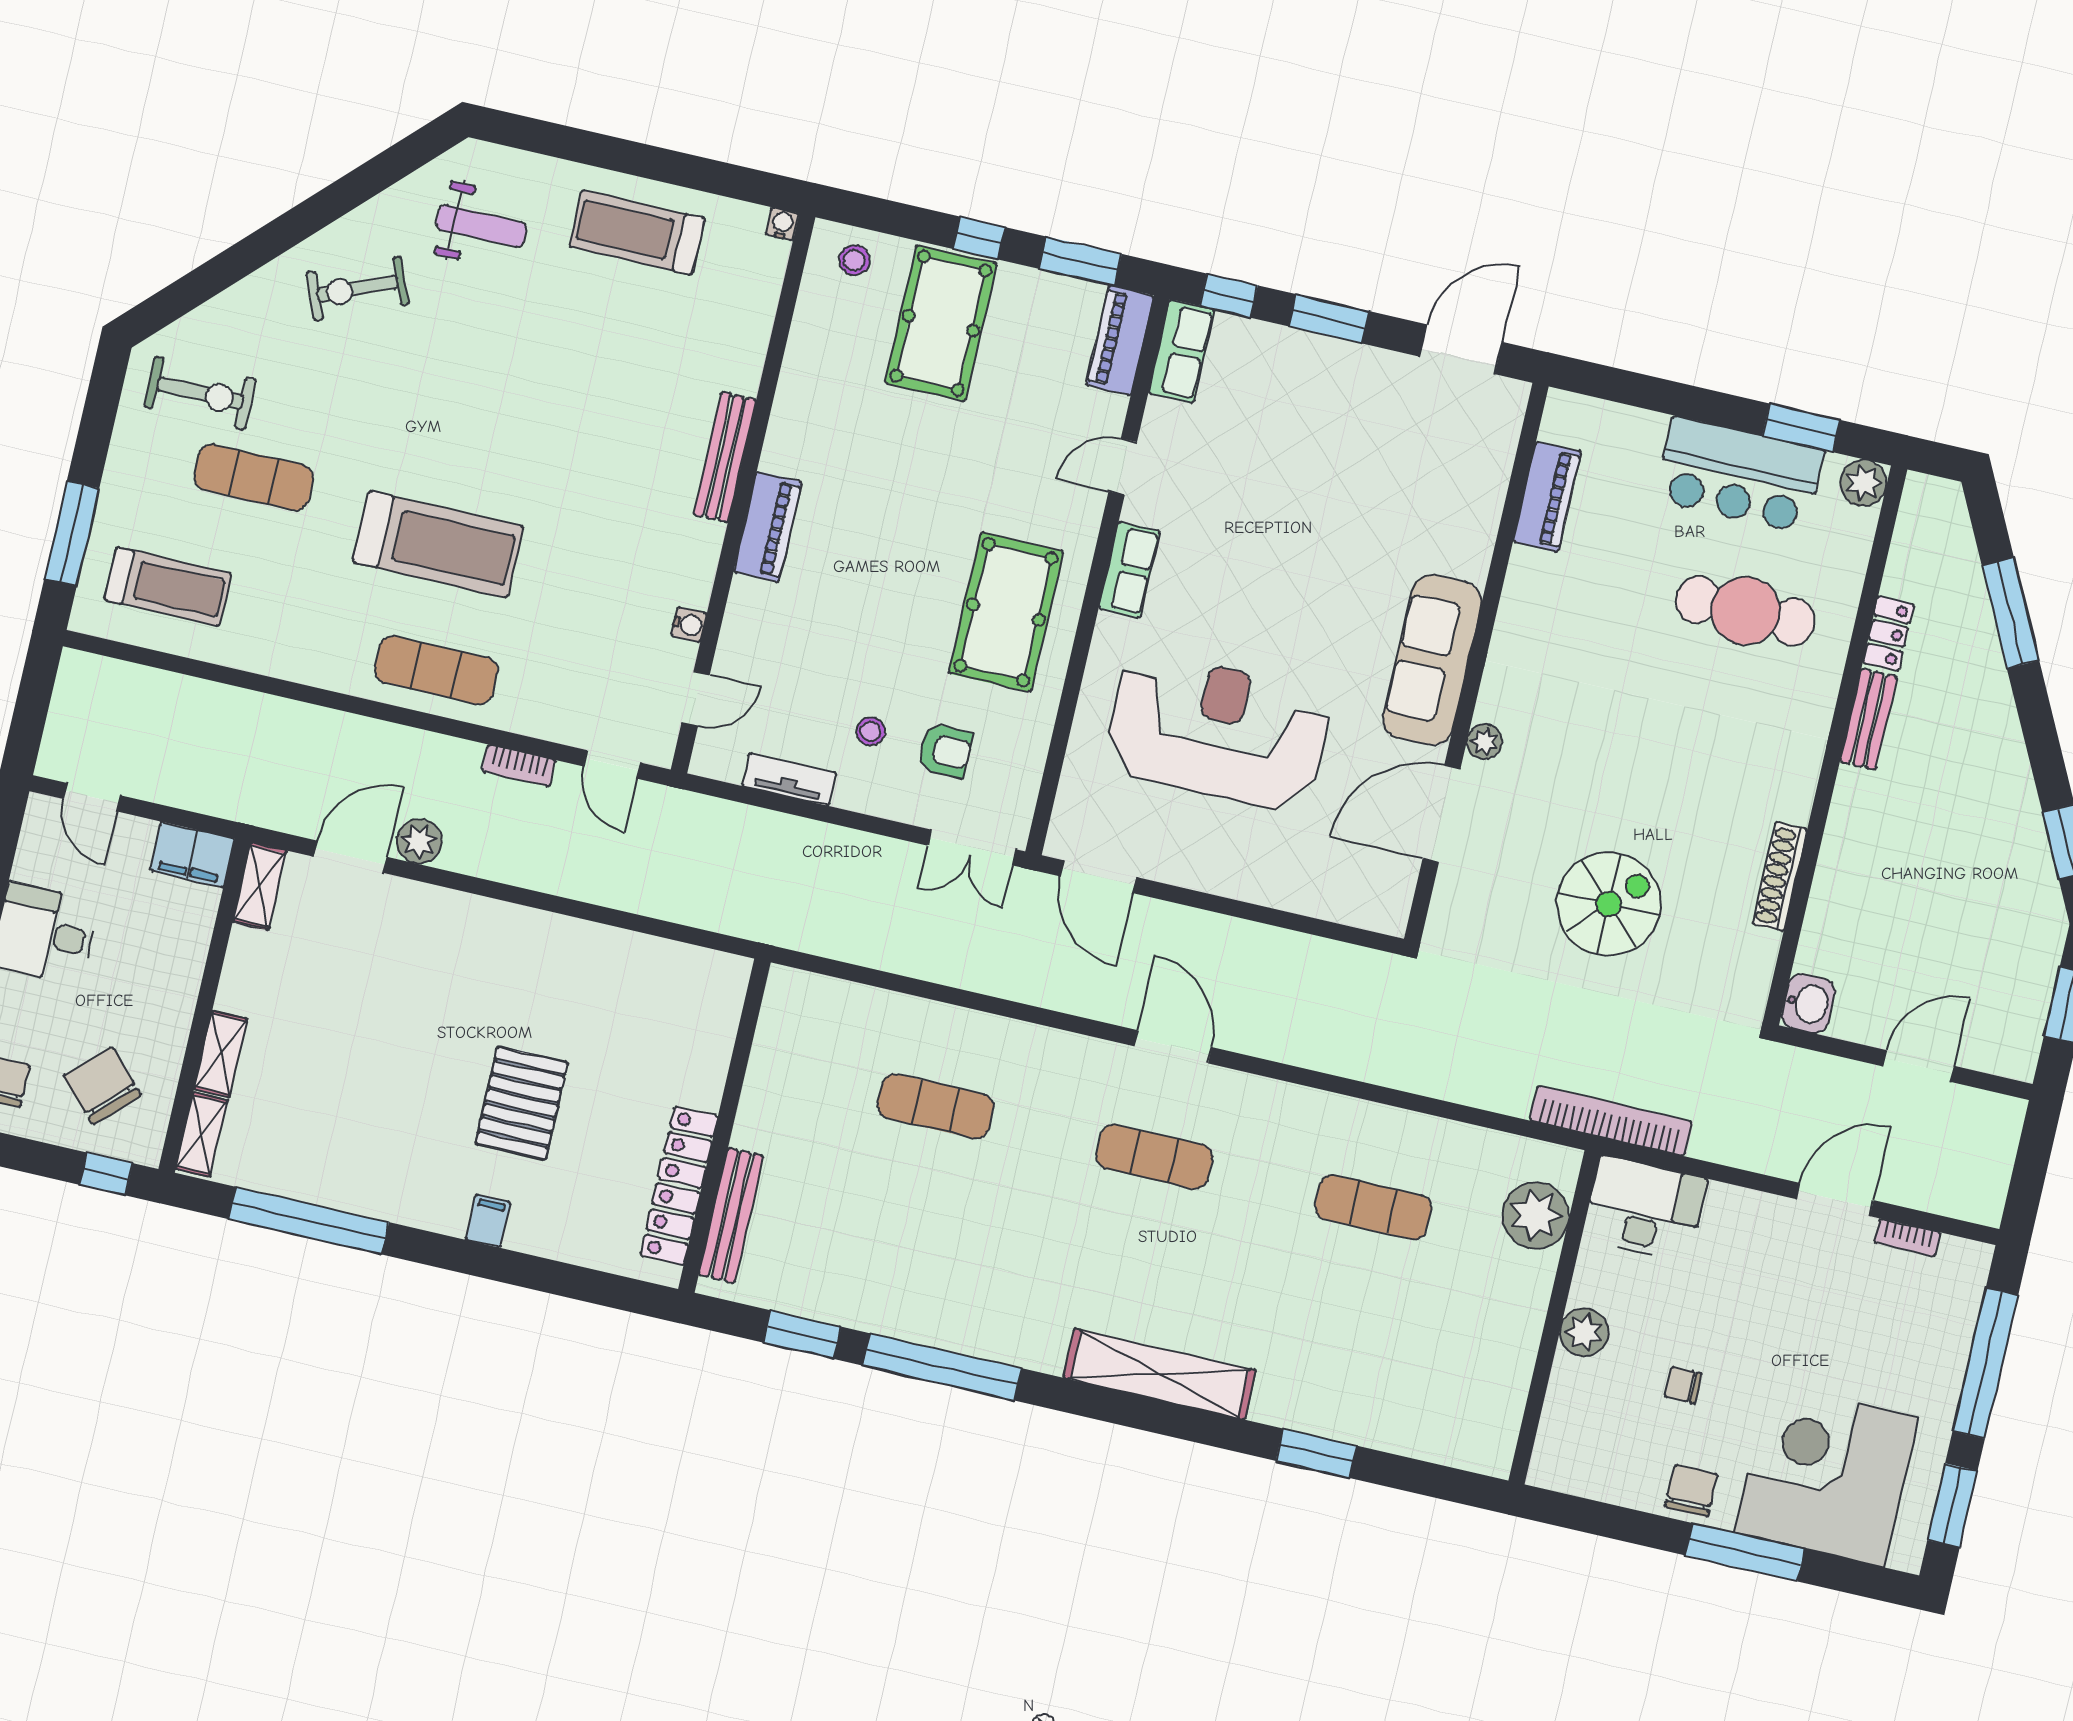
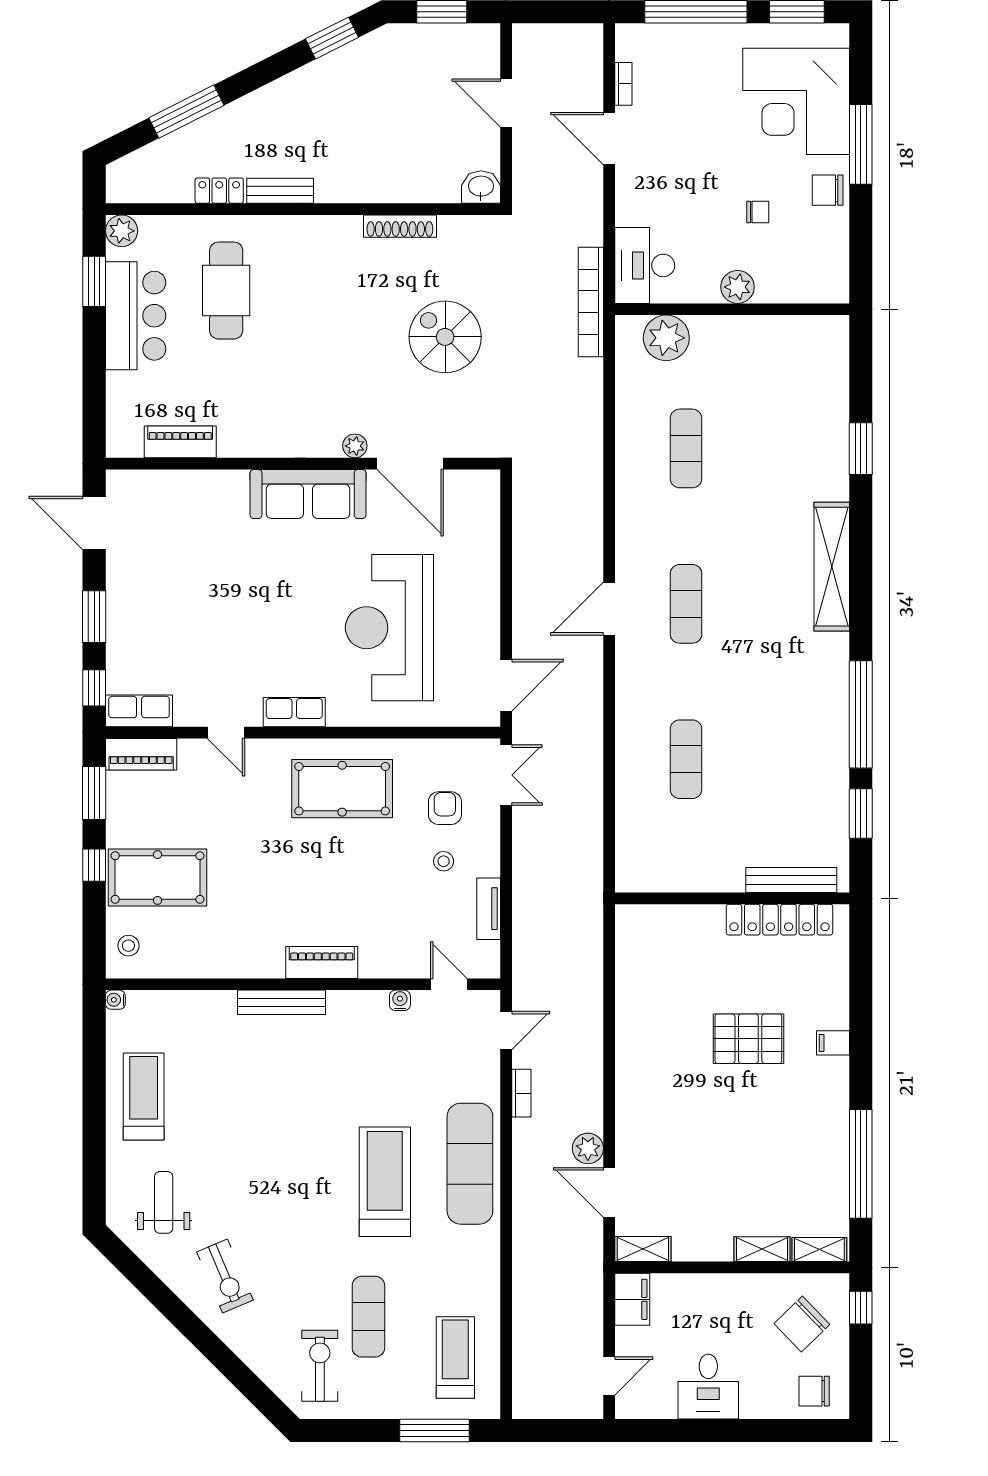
treadmill: (637, 232) -> (144, 1096), turned 180
exercise mat: (436, 670) -> (470, 1164), width x1.36, depth x1.45
chair: (1683, 1385) -> (758, 212), turned -90

